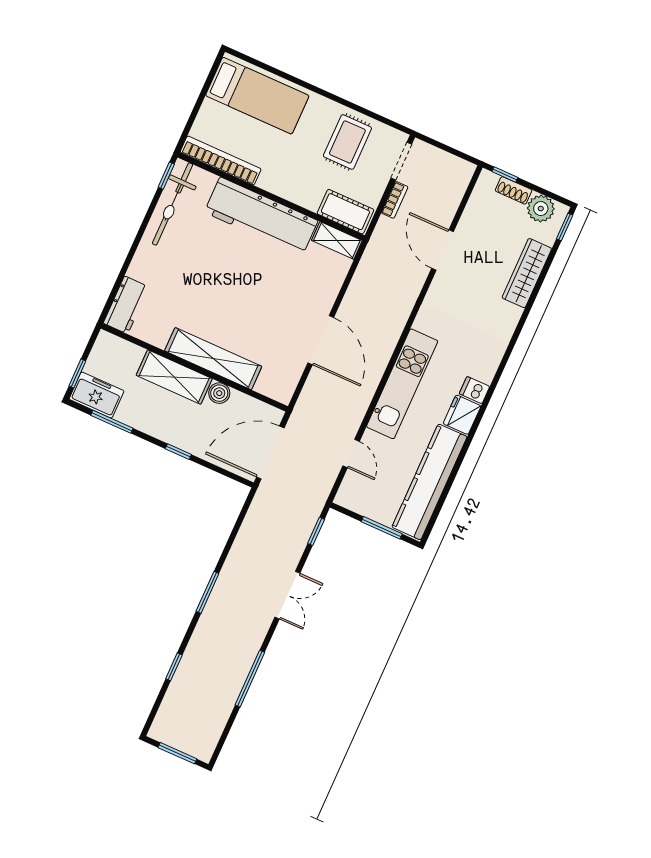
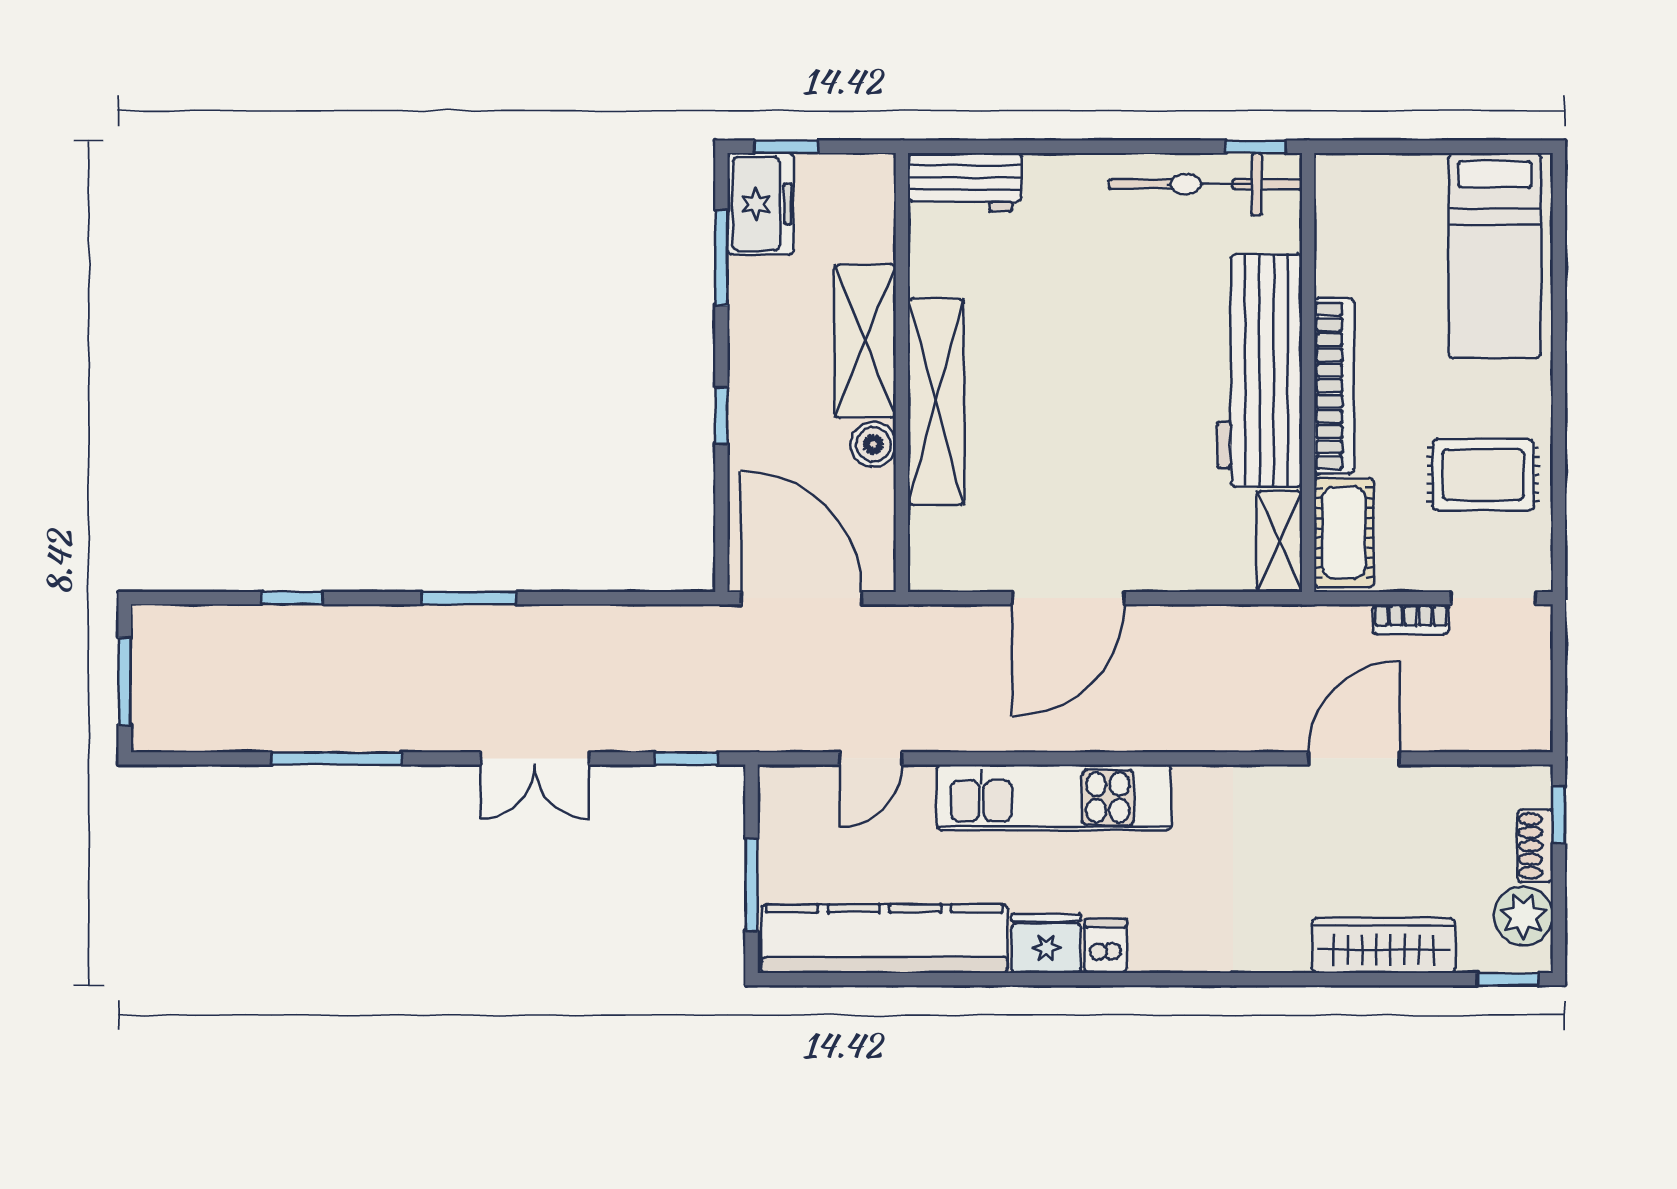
bookcase: (221, 161) -> (1334, 386), moved

